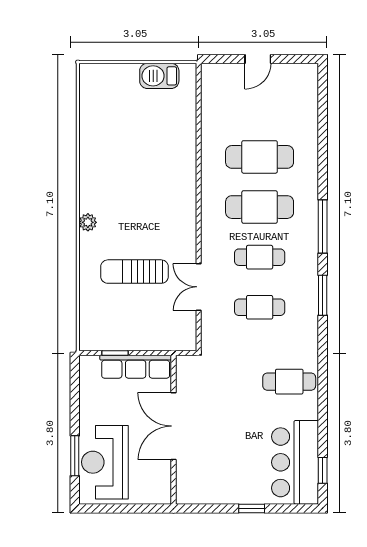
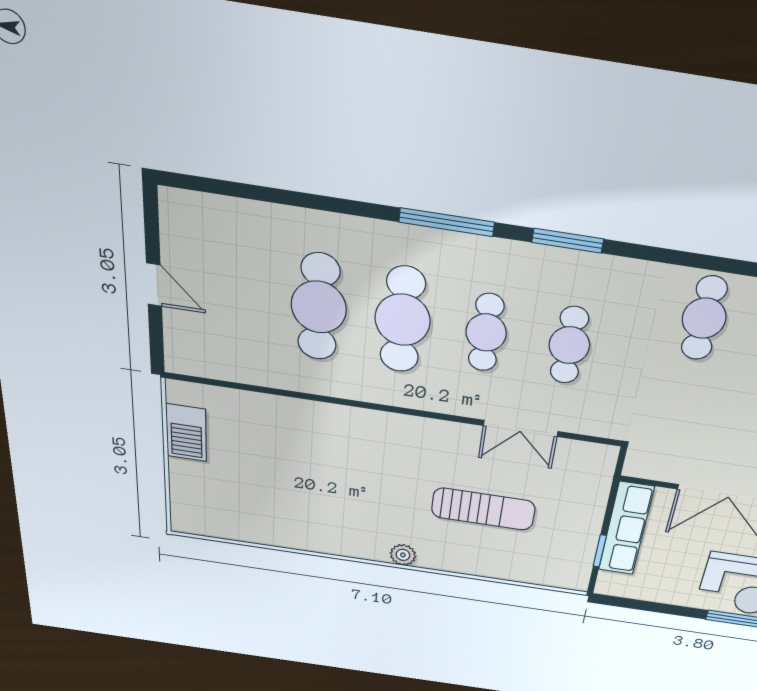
sun lounger: (135, 272) -> (483, 509), turned -90

